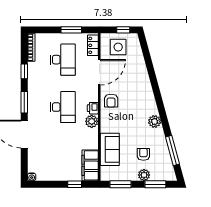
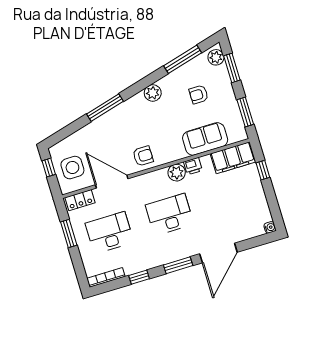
window: (154, 84) -> (105, 108), added
printer: (93, 108) -> (193, 166), moved
plant: (144, 175) -> (216, 57), moved

